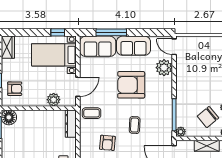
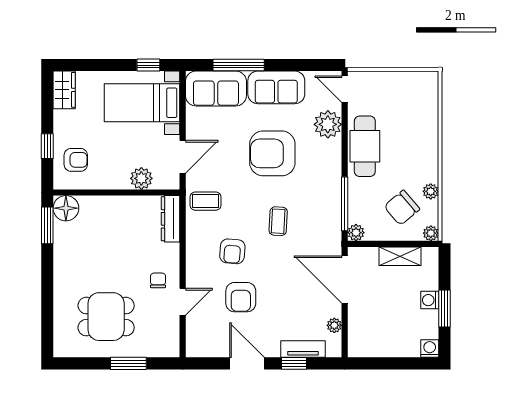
cafe table: (186, 81) -> (365, 146), added

